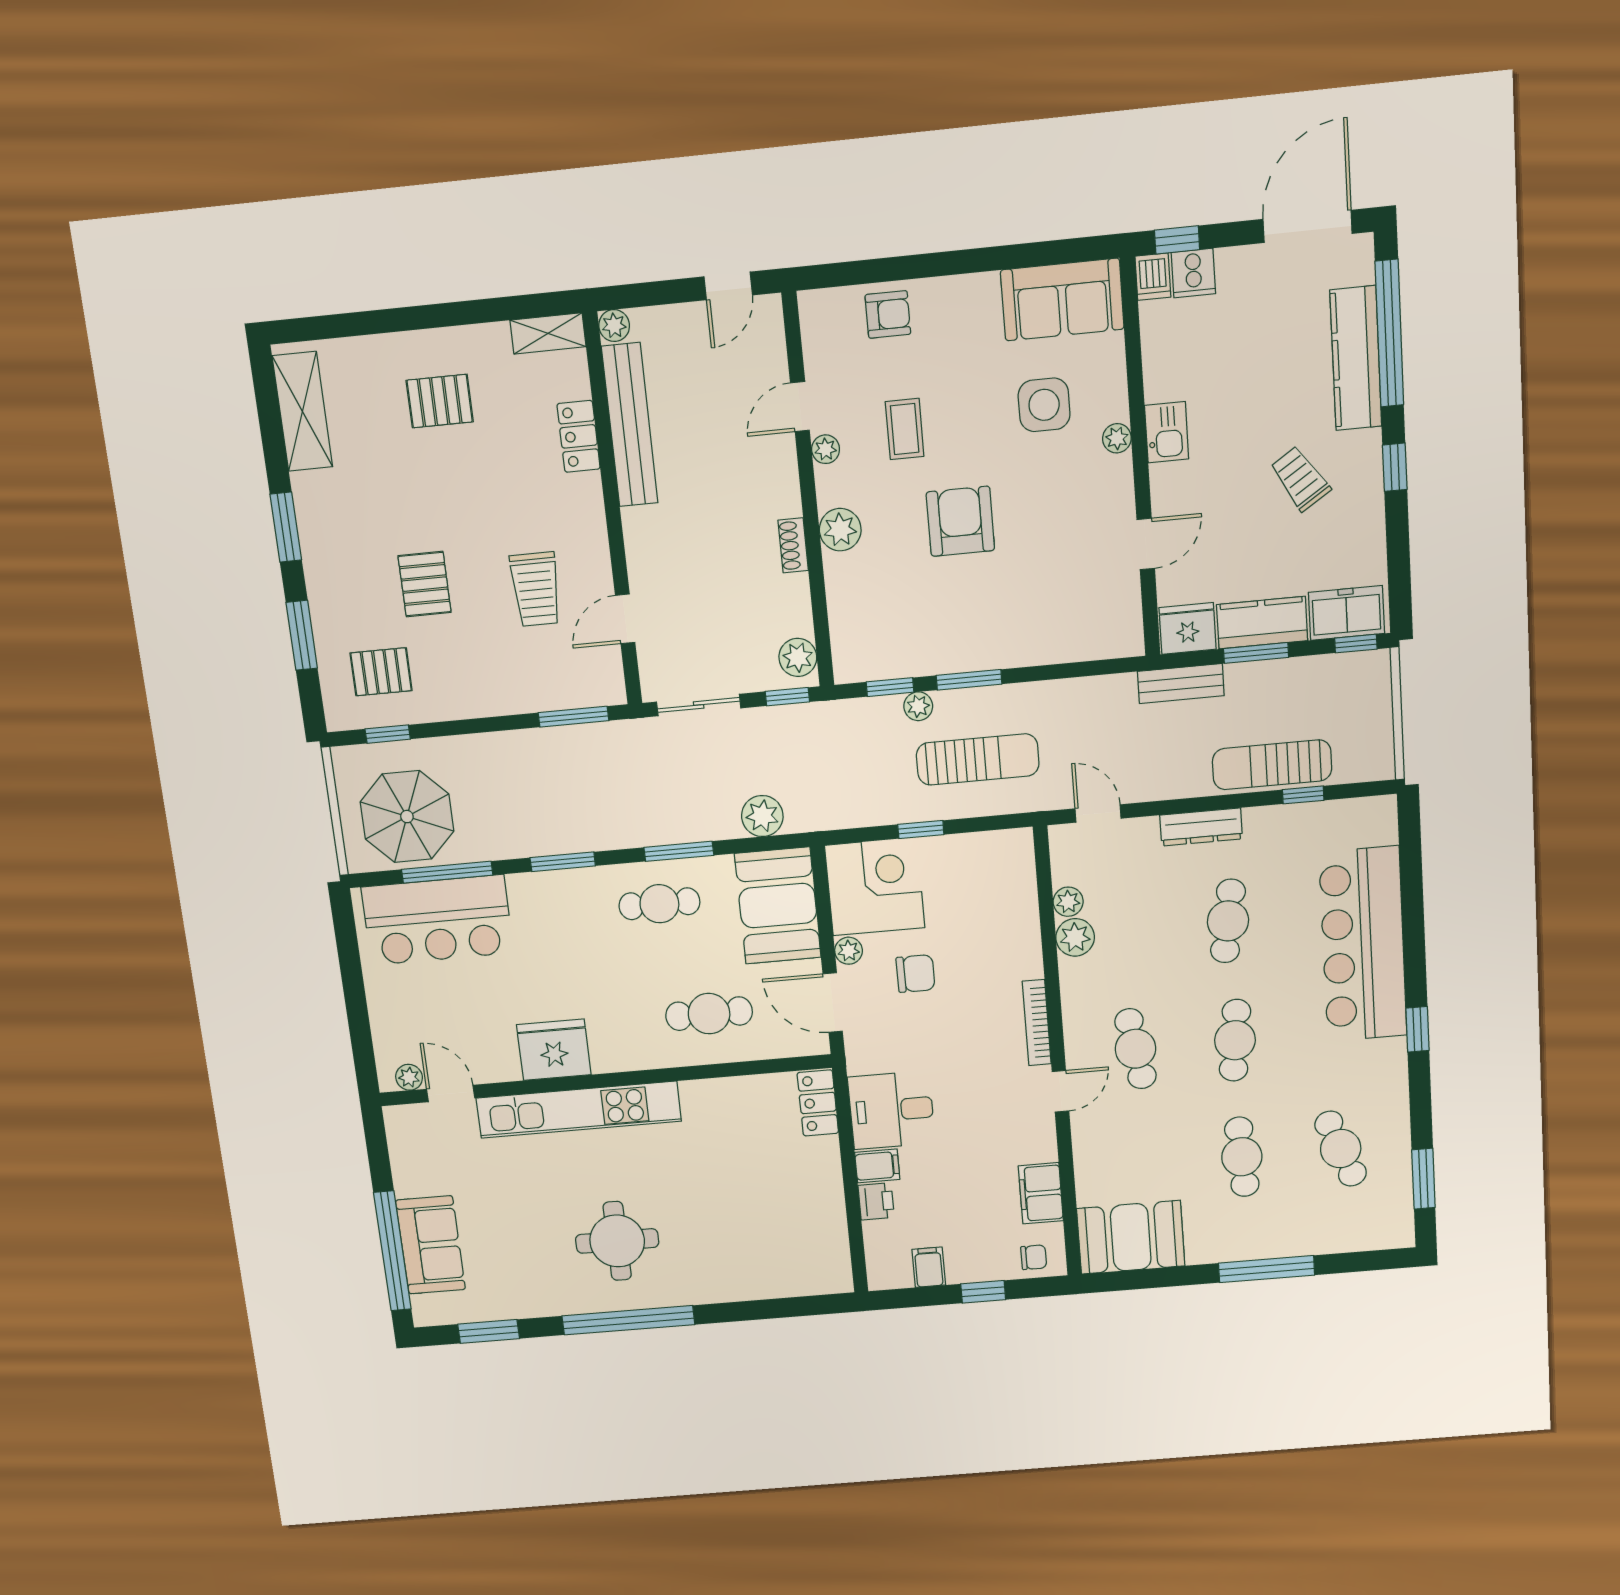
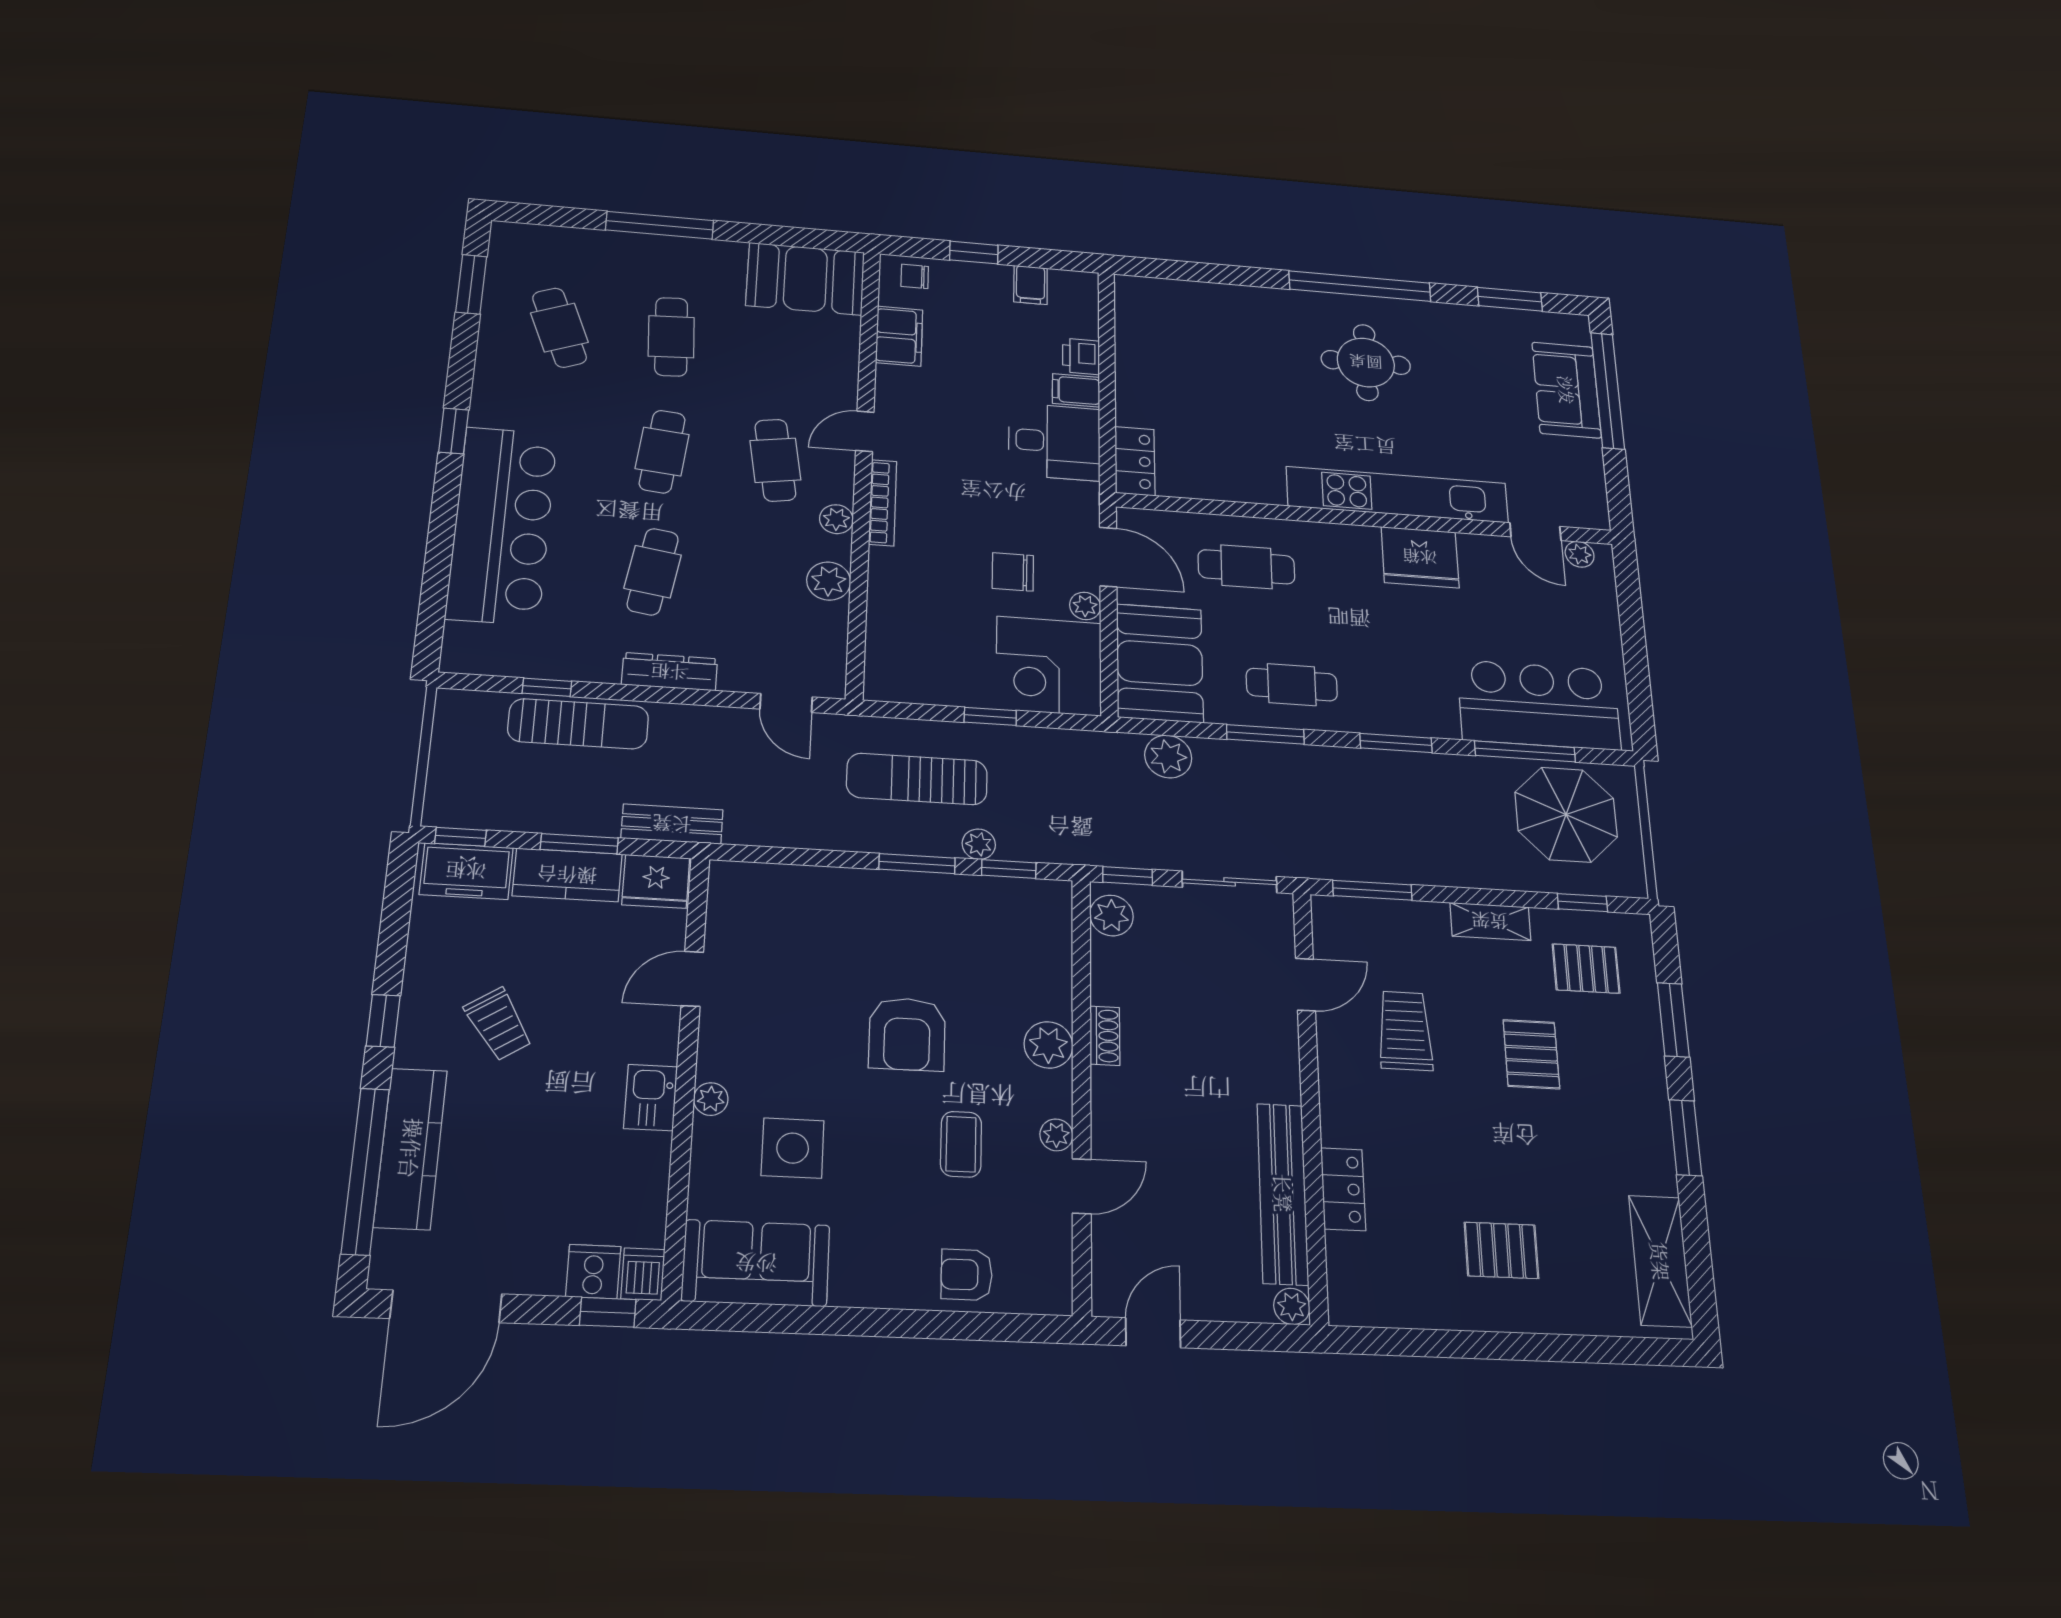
shelving: (548, 333) -> (1490, 921), moved
plant: (1068, 902) -> (836, 519), moved

